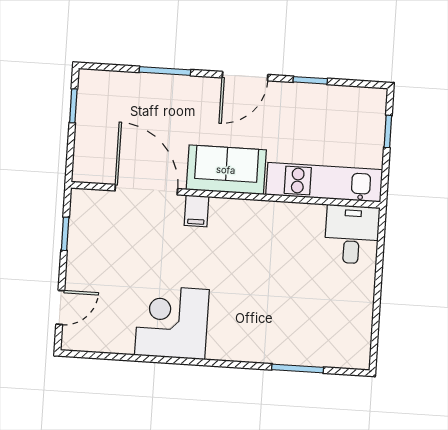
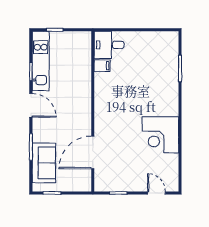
sofa: (226, 170) -> (44, 163), moved, turned 180
kitchen unit: (324, 182) -> (41, 61), moved, turned 180
filing cabinet: (196, 211) -> (102, 66), moved

